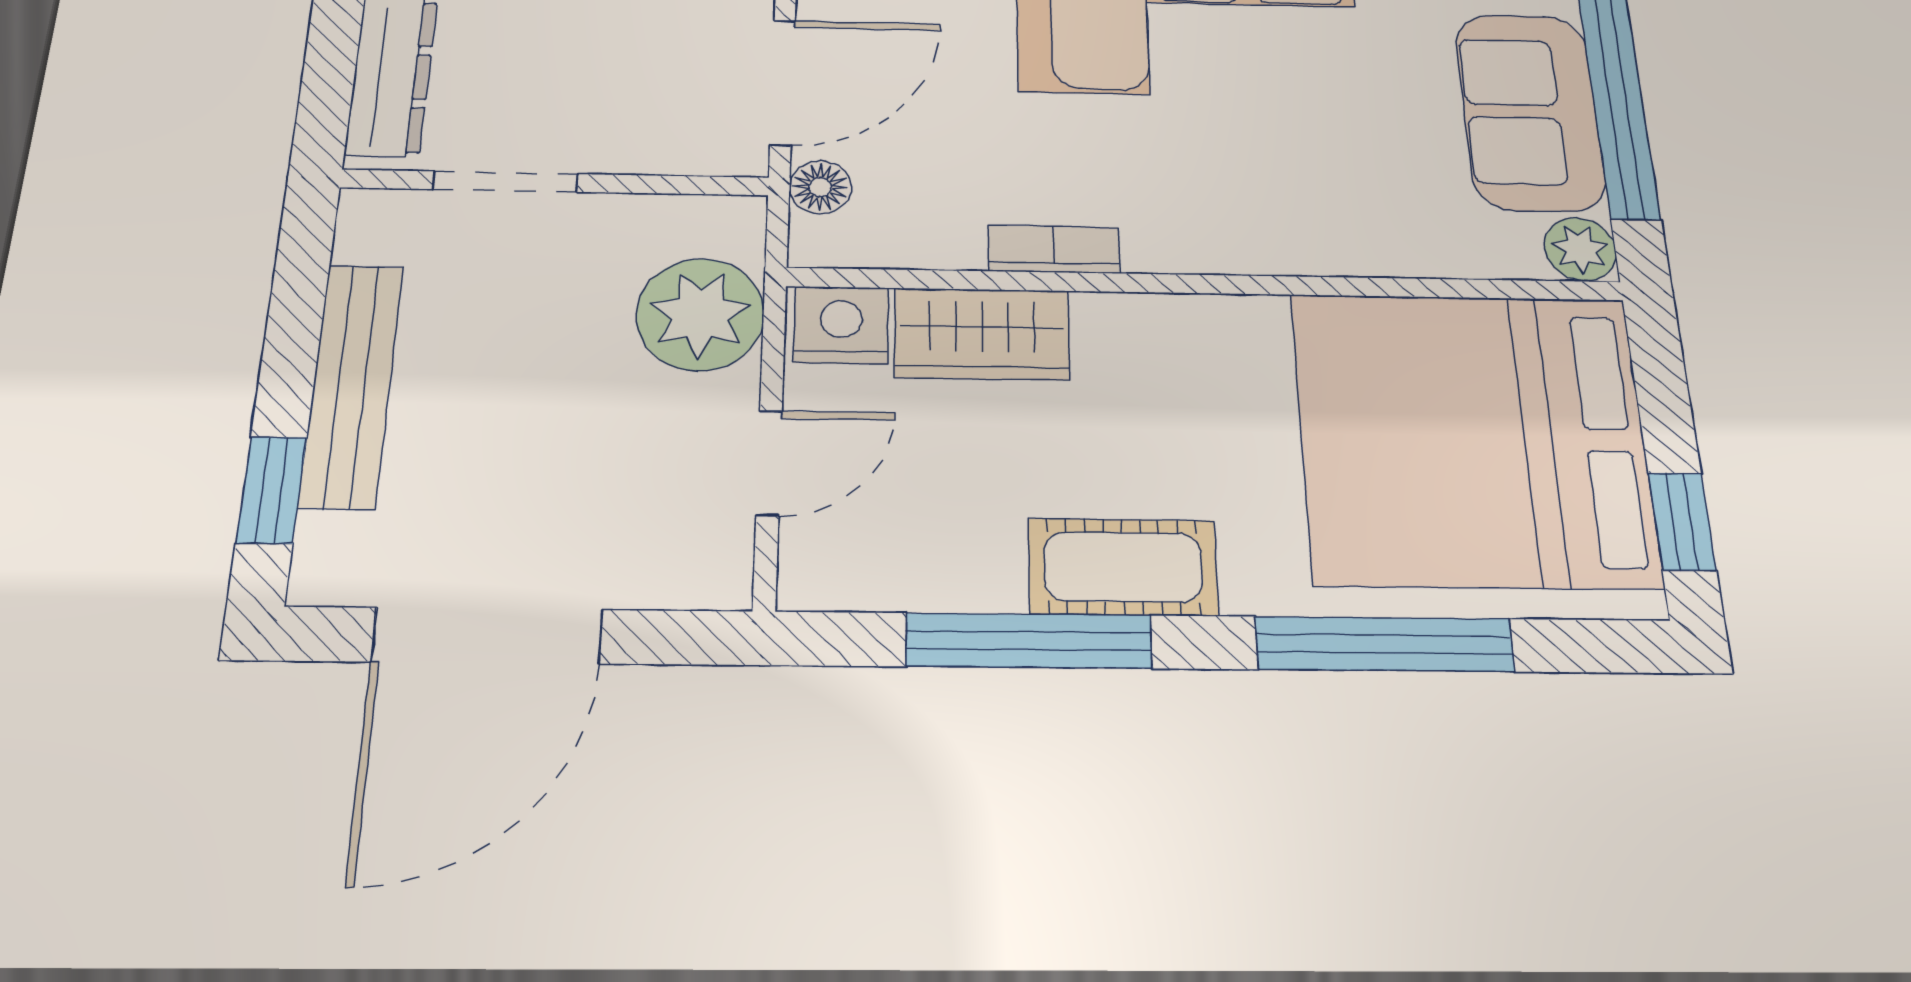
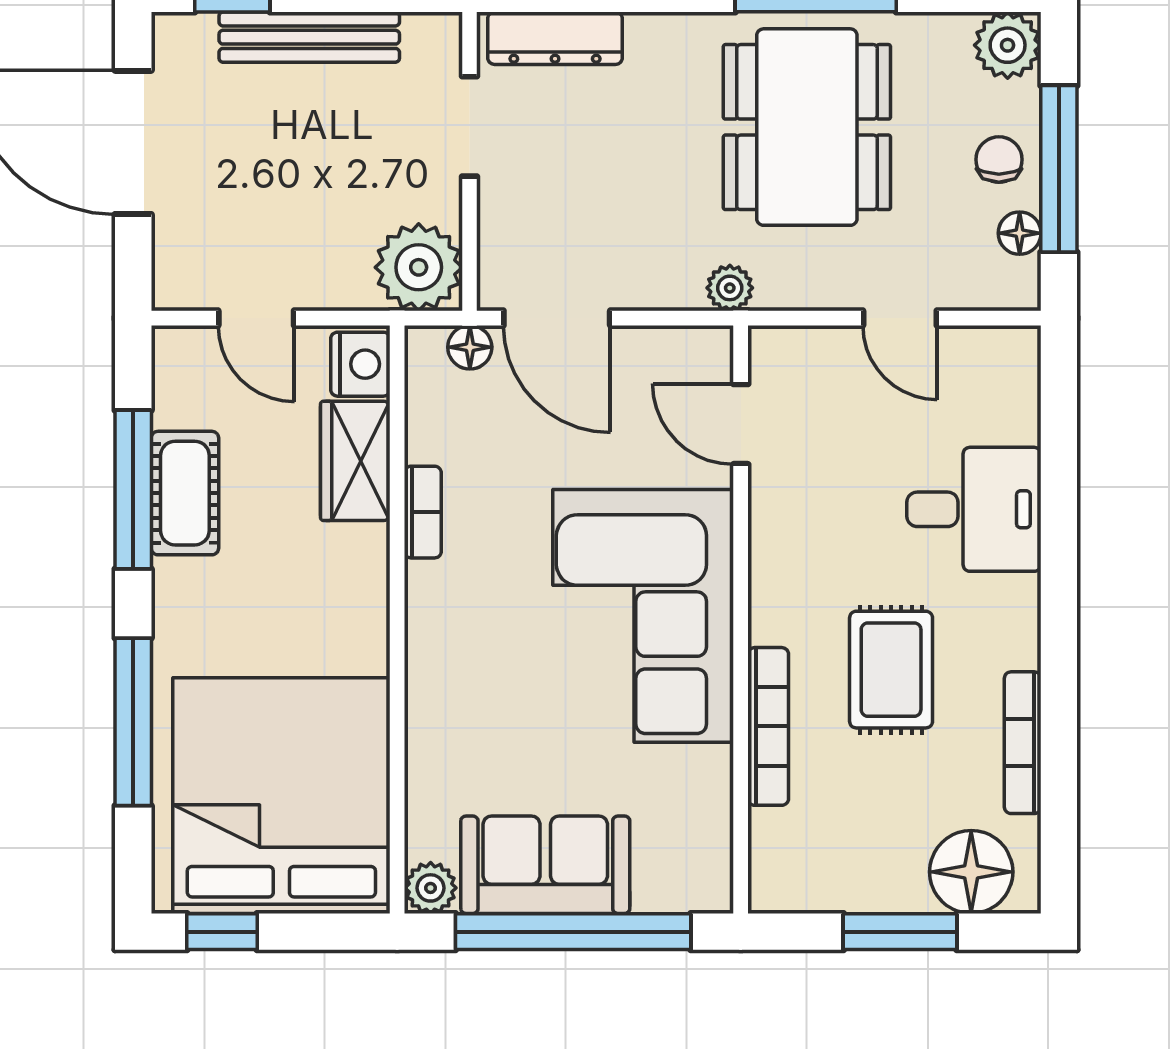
plant: (700, 314) -> (419, 267), moved
cot: (1123, 567) -> (185, 493), moved

